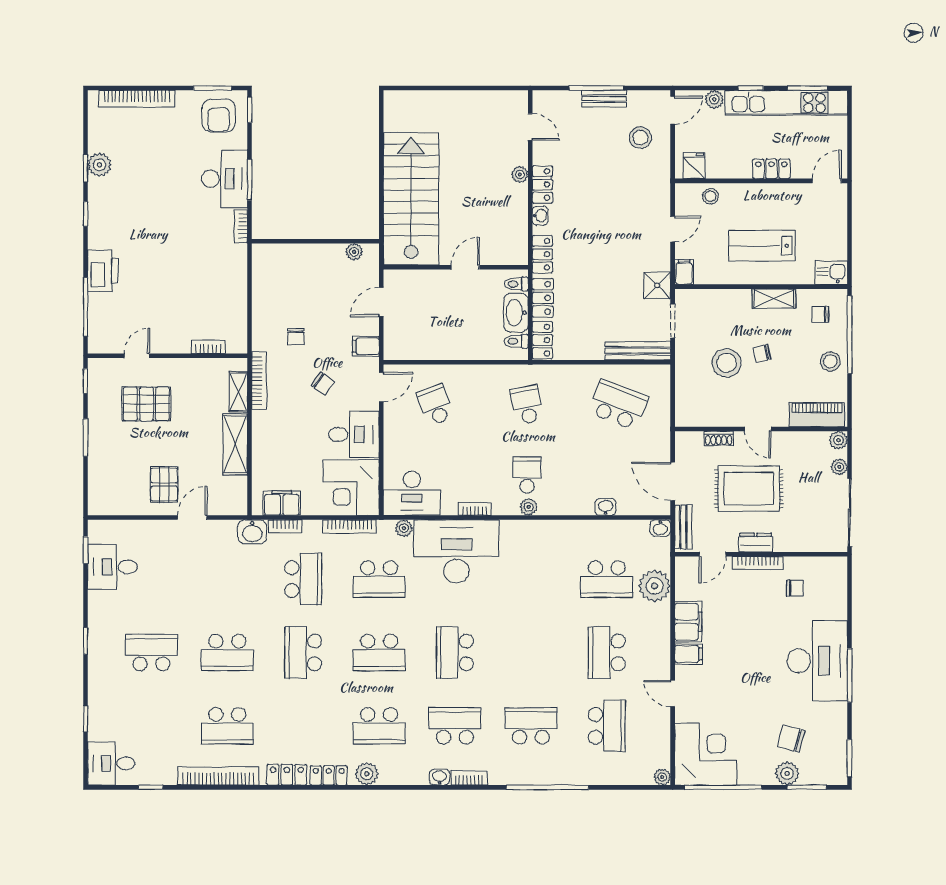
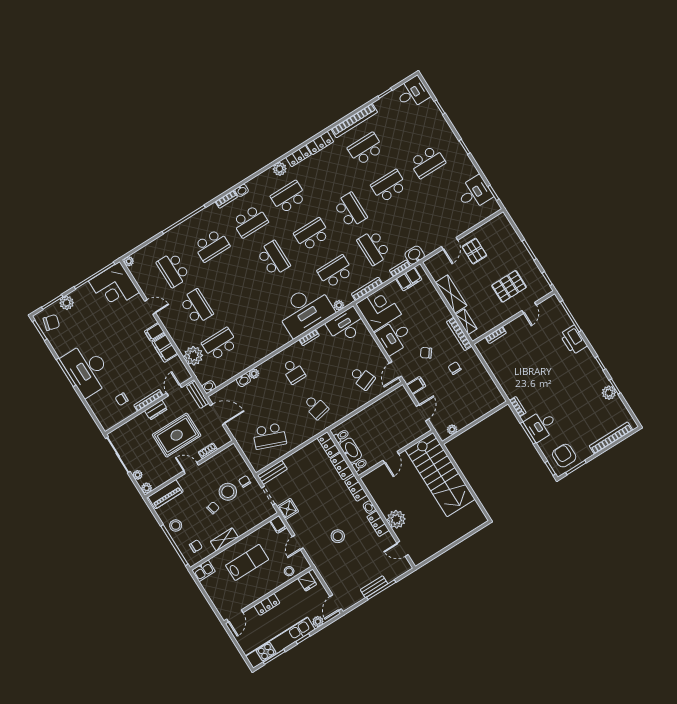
stool: (640, 138) -> (338, 536), moved
plant: (520, 174) -> (396, 519), width x1.88, depth x1.88
desk: (225, 179) -> (541, 425), width x0.73
bench: (638, 351) -> (272, 472), width x0.73
chair: (694, 363) -> (245, 481), added
plant: (529, 507) -> (254, 374), moved
chair: (791, 739) -> (51, 322), moved

